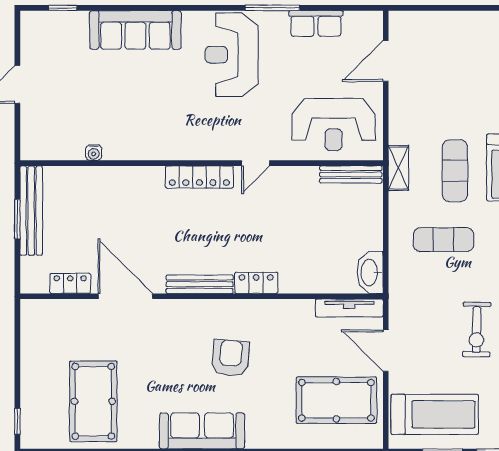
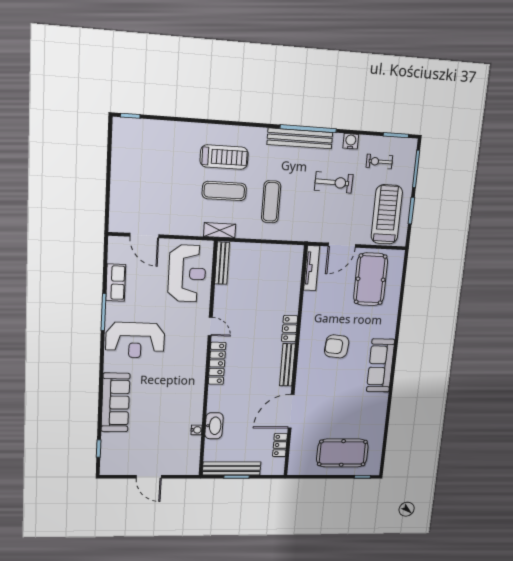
washbasin: (370, 272) -> (214, 426), moved, turned -90
pool table: (93, 401) -> (342, 453), moved

